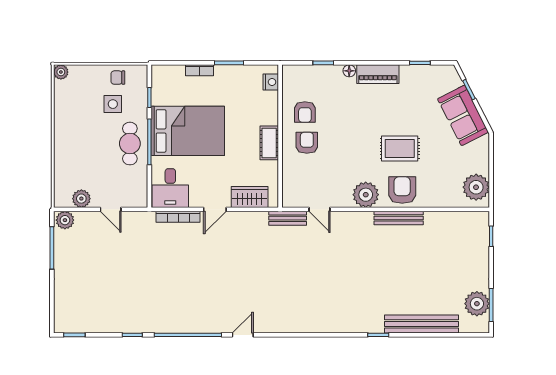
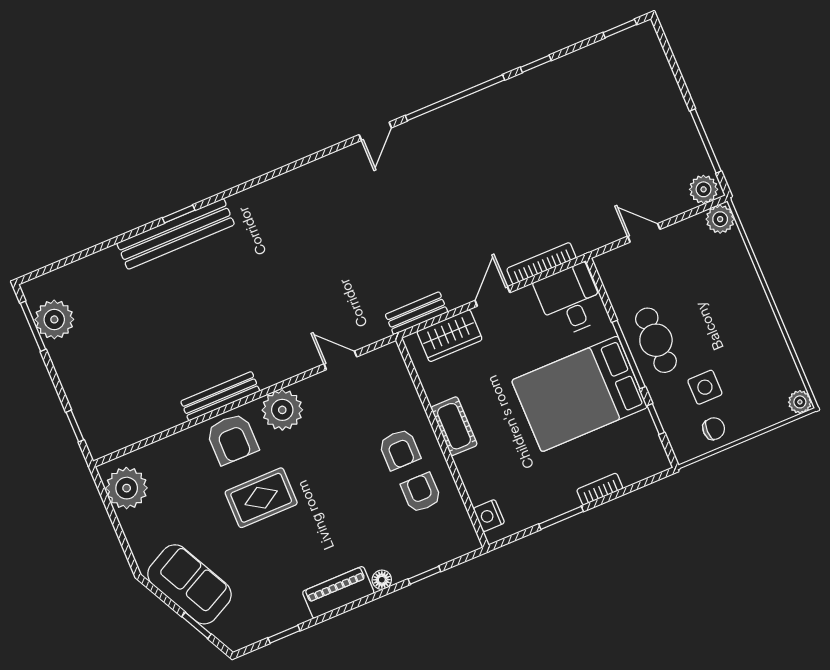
plant: (81, 199) -> (720, 219), moved
bench: (288, 218) -> (417, 313), moved
bench: (422, 324) -> (176, 234), moved

